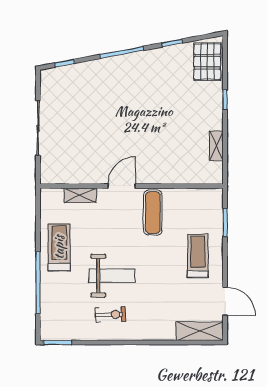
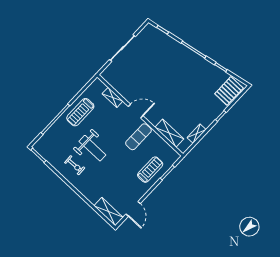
shelving: (184, 175) -> (169, 133), added
treadmill: (59, 247) -> (80, 112), turned 180
treadmill: (198, 256) -> (150, 170), moved

